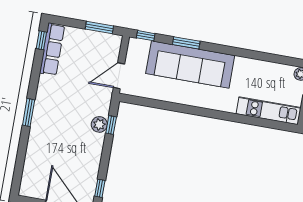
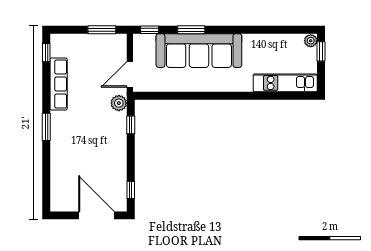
row of seats: (52, 49) -> (59, 84), moved
plant: (99, 124) -> (119, 103), moved

